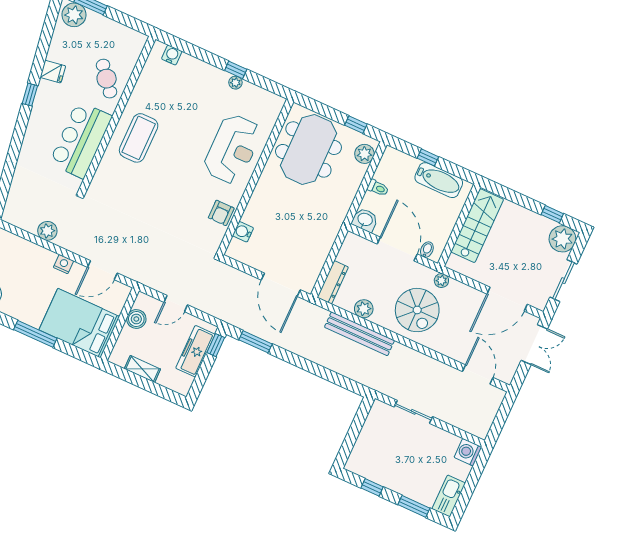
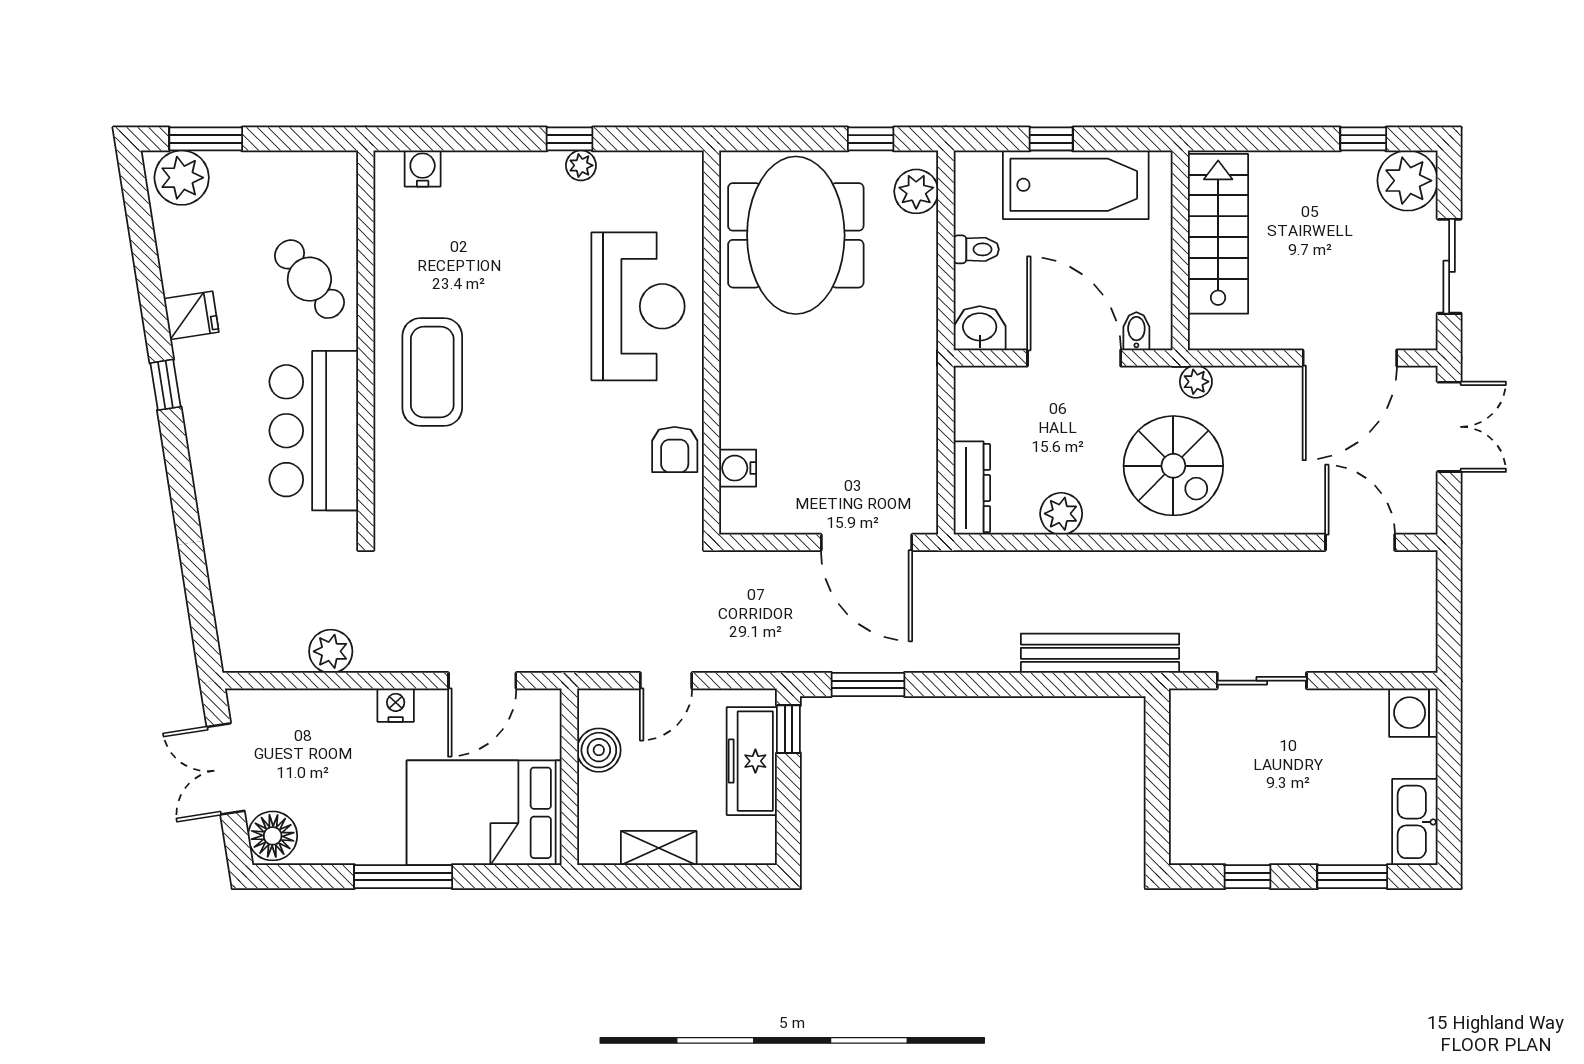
bathtub: (439, 180) -> (1076, 185), width x1.36, depth x1.36
bench: (359, 334) -> (1100, 653), moved

